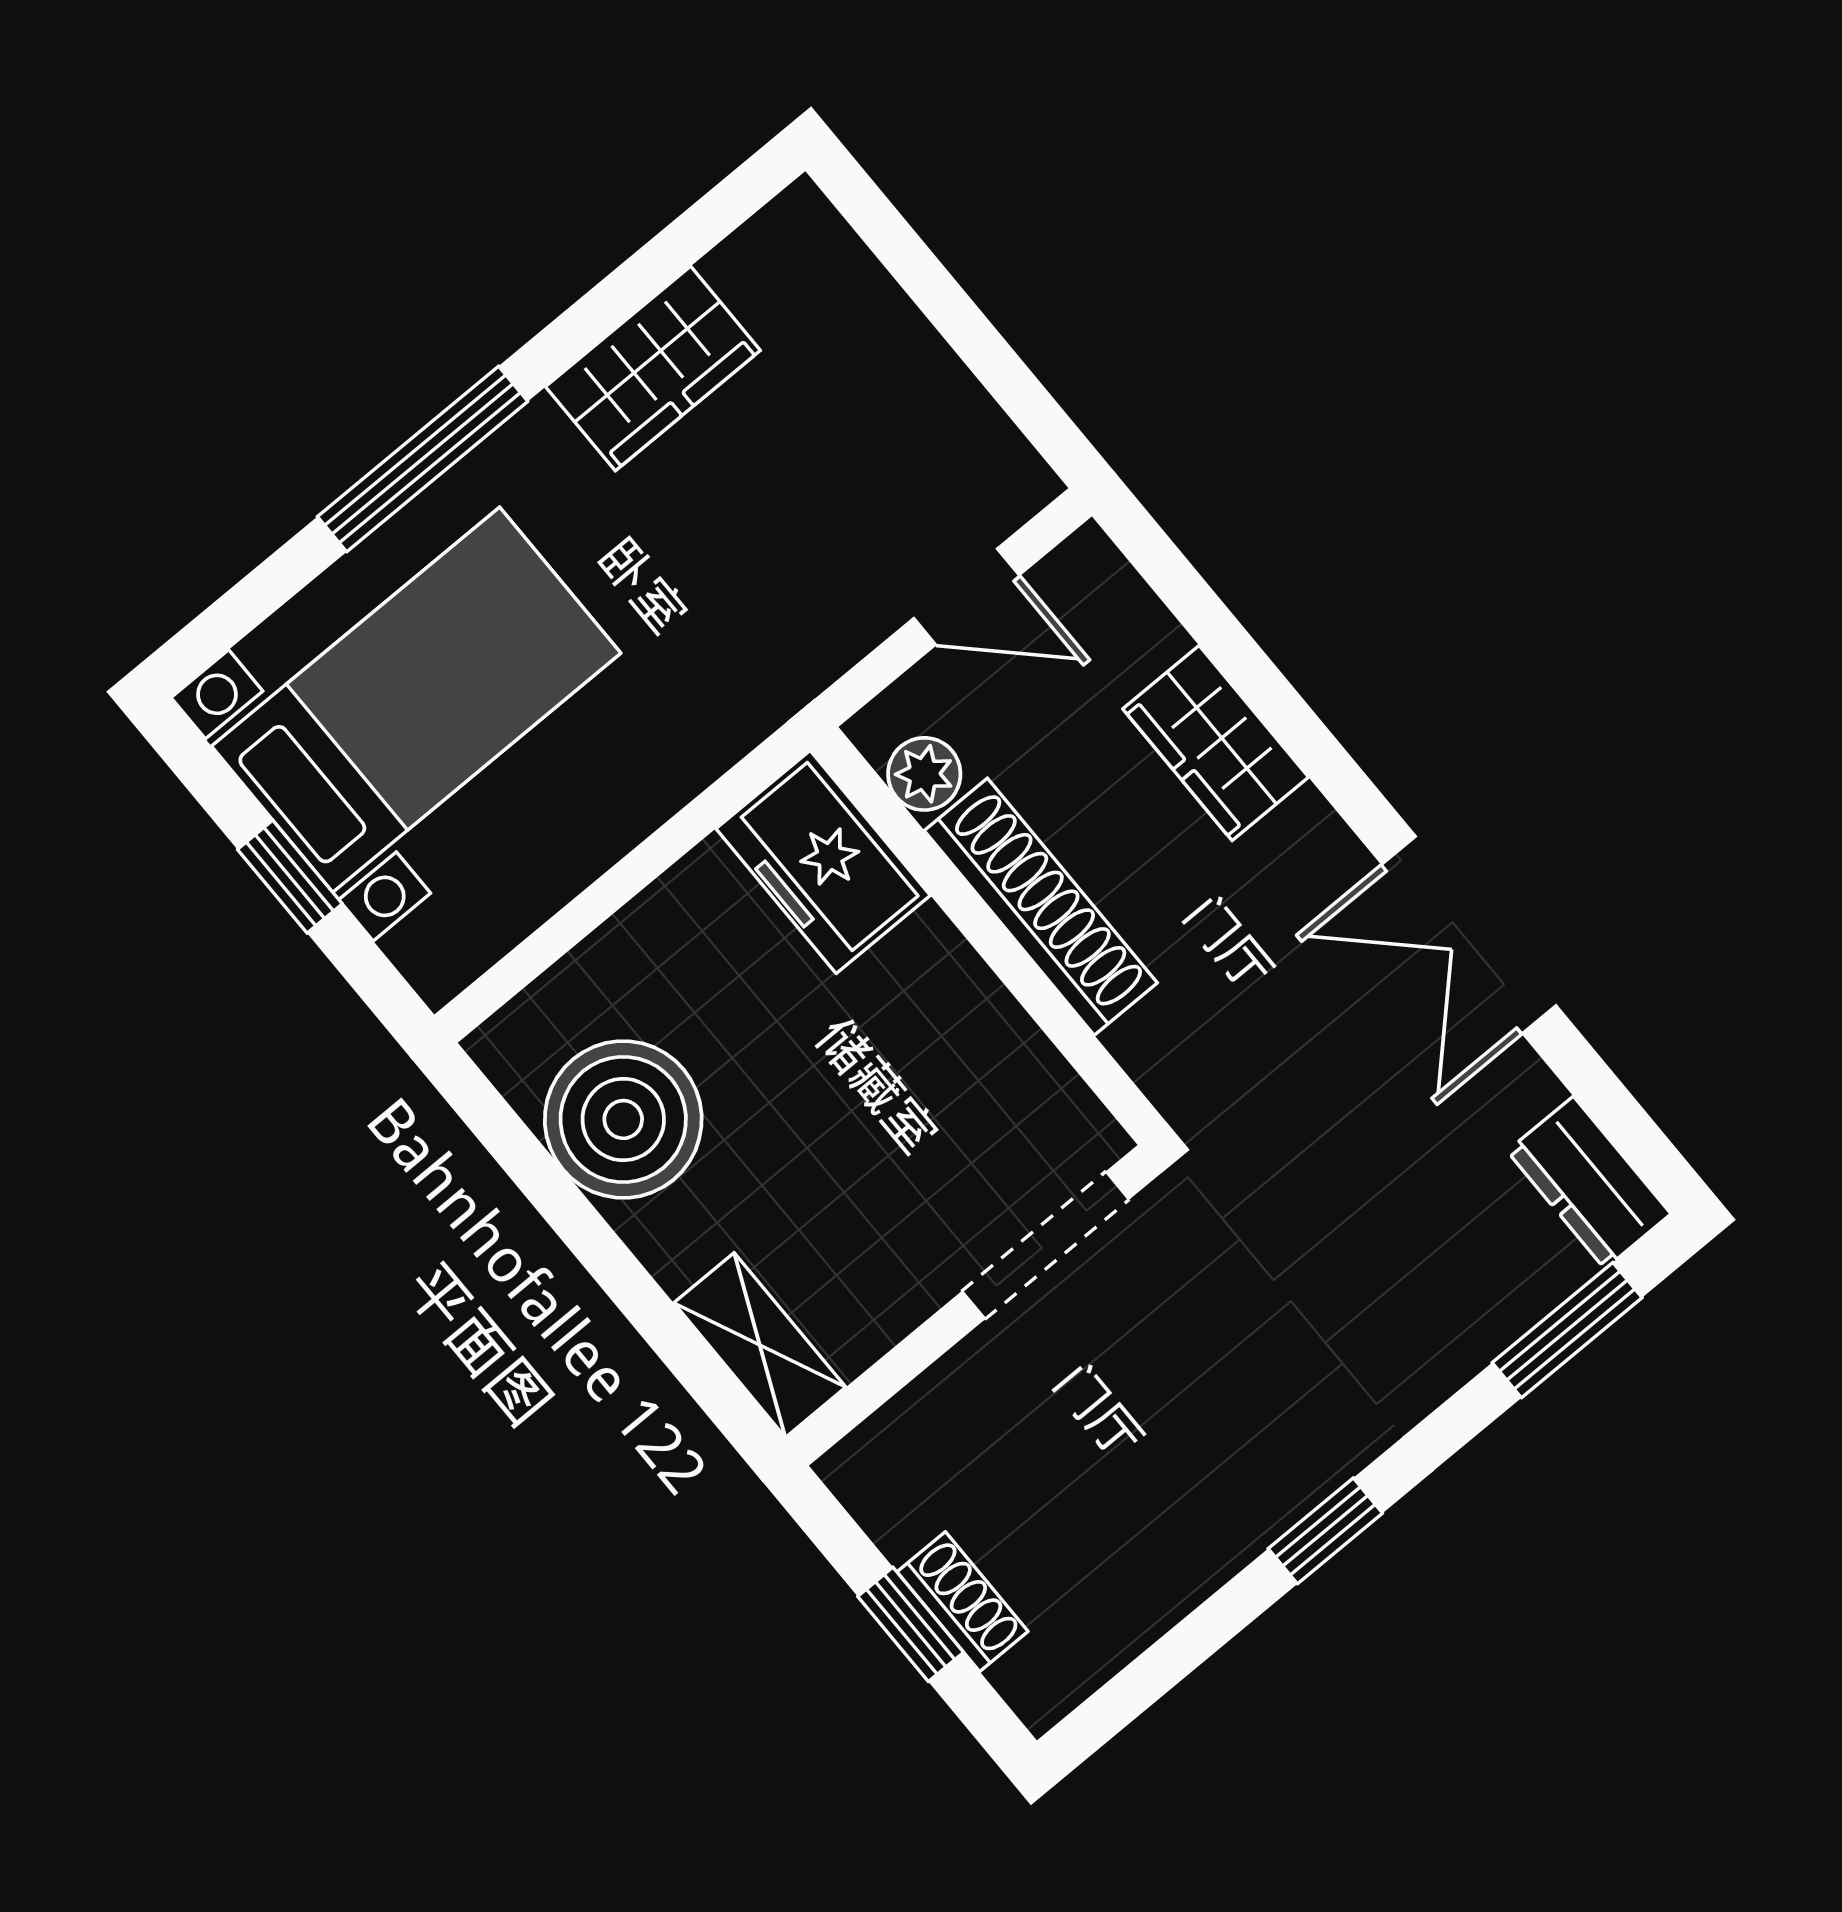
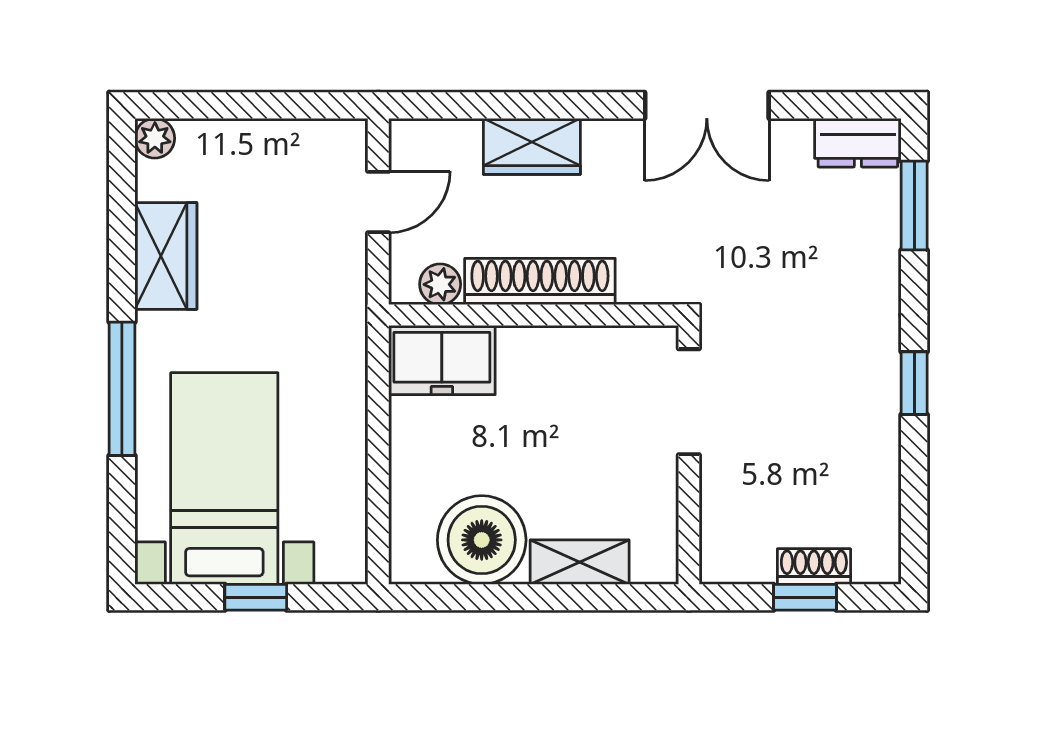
plant: (801, 220) -> (155, 138), added
shelving: (760, 1345) -> (580, 562), moved

